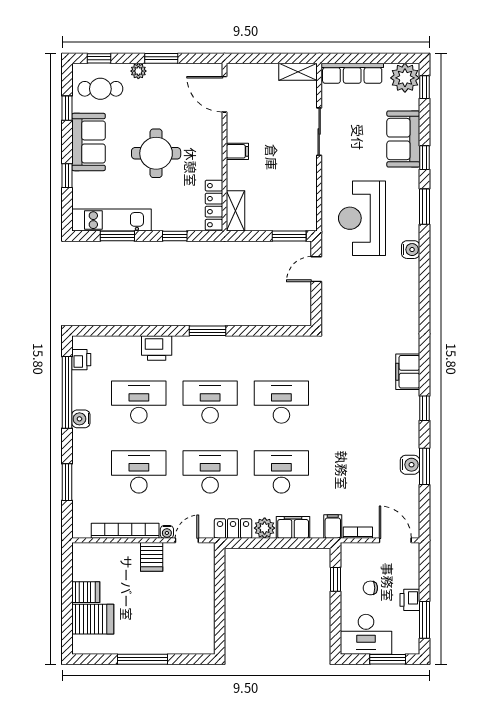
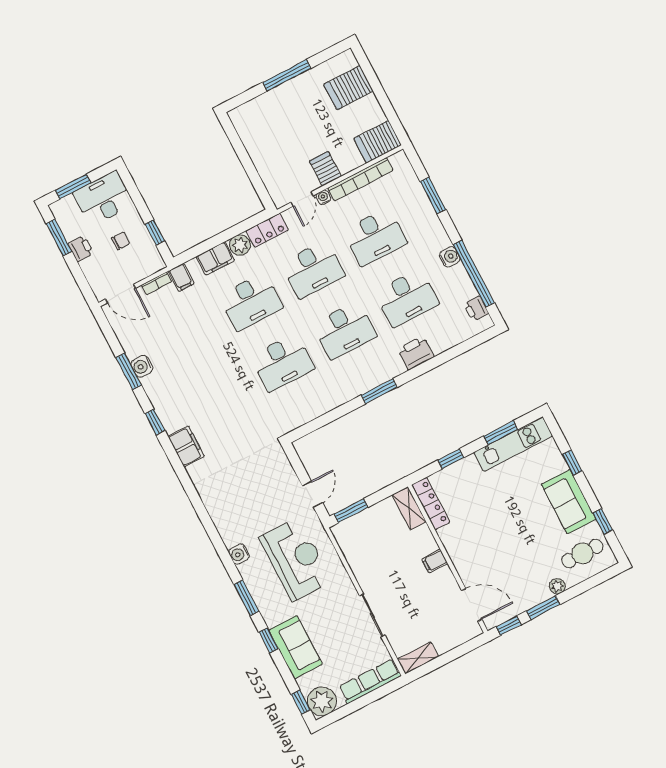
window: (99, 58) -> (509, 626), moved
round table: (156, 153) -> (505, 523), removed
server rack: (86, 592) -> (378, 142), moved, width x1.36, depth x1.44

